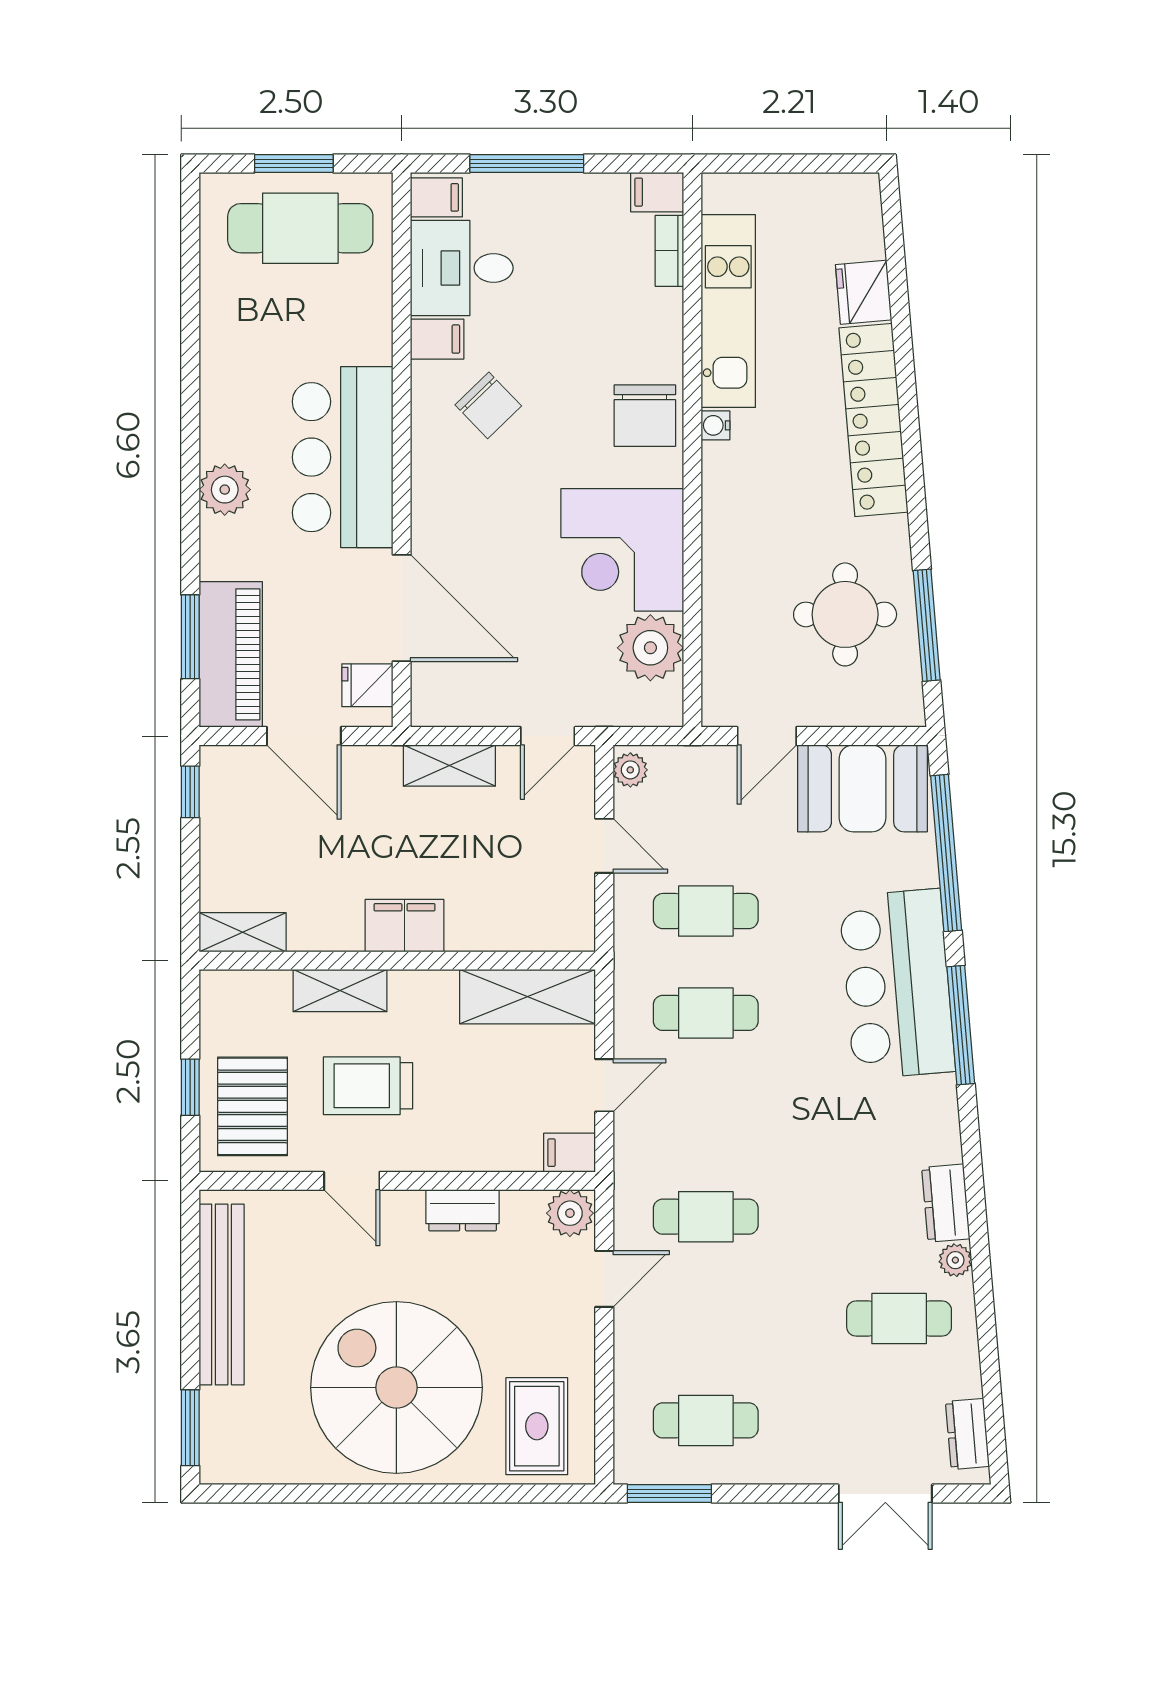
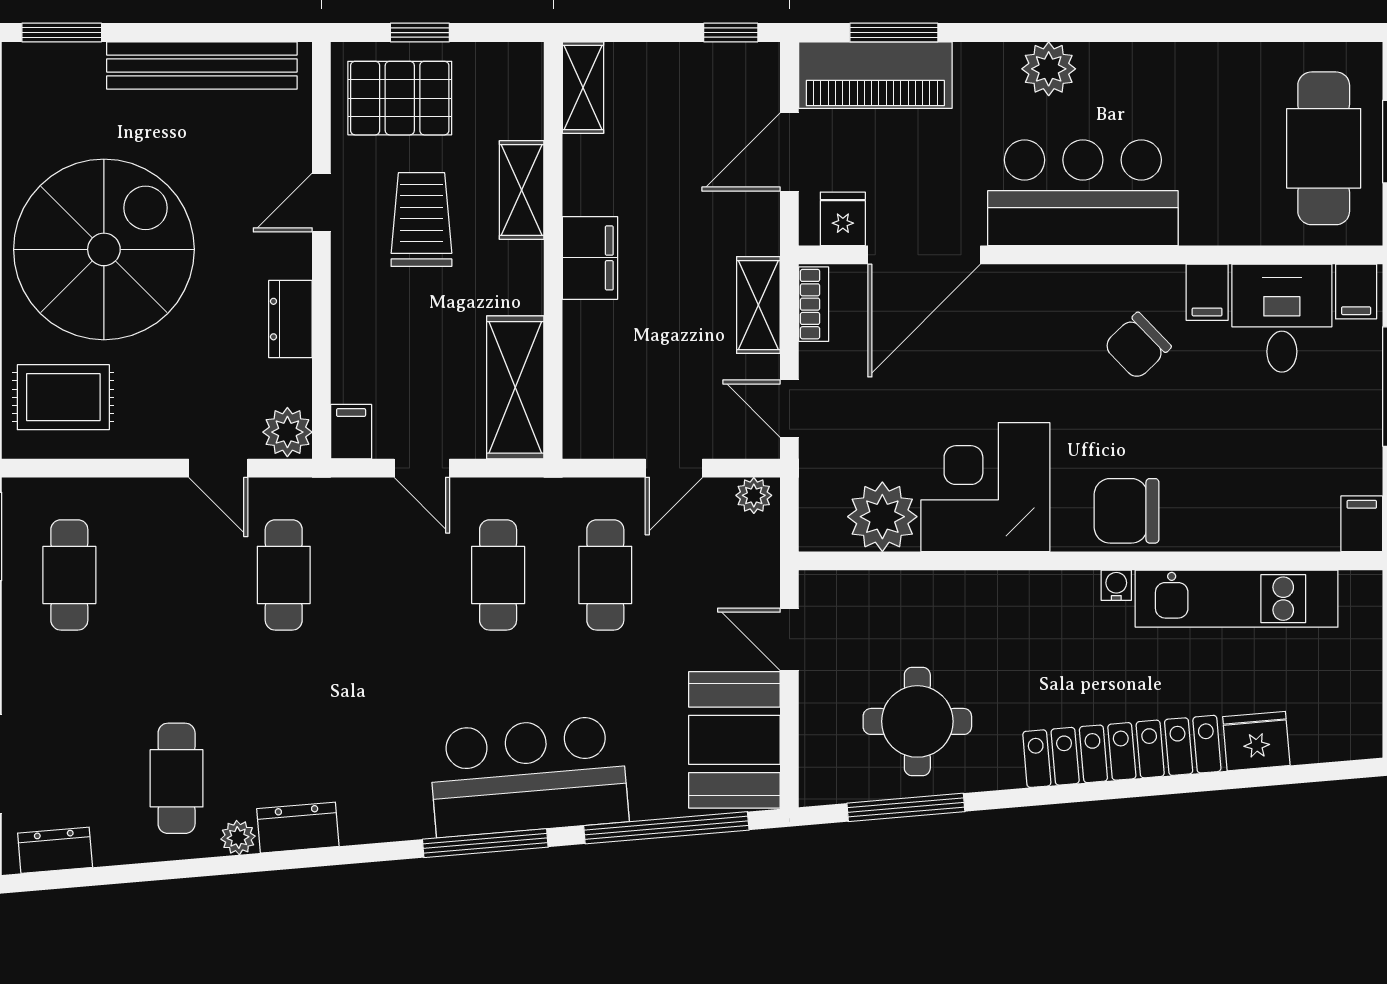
bookcase: (669, 251) -> (814, 304), moved, turned 90

